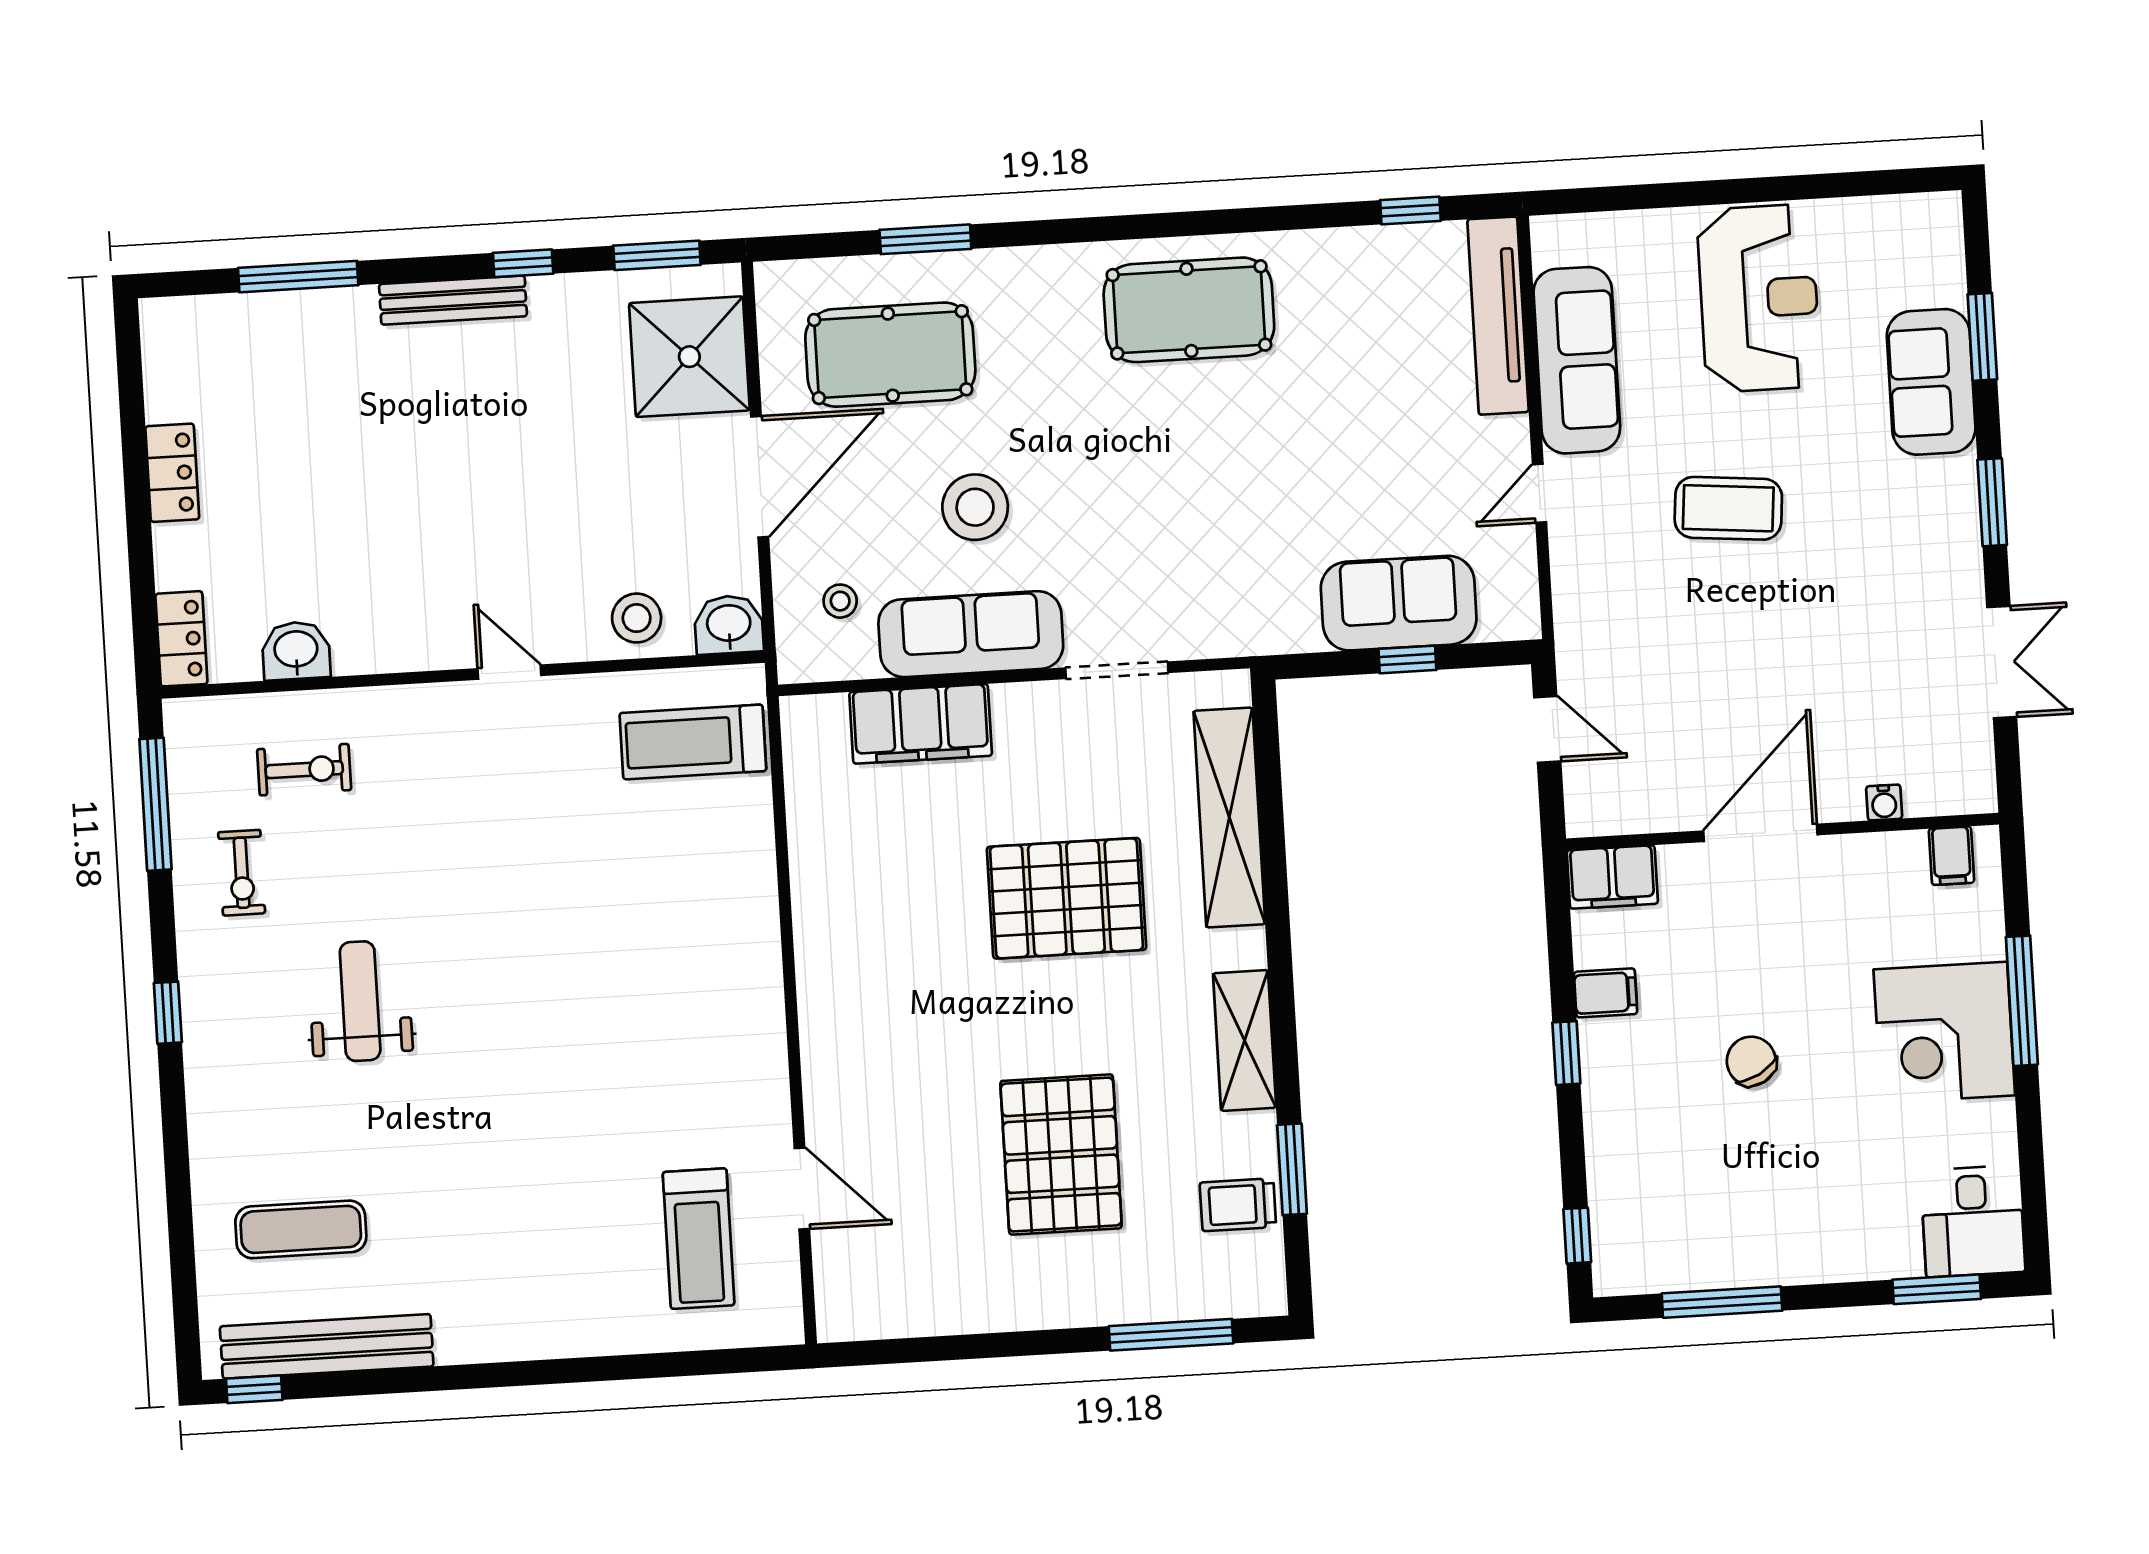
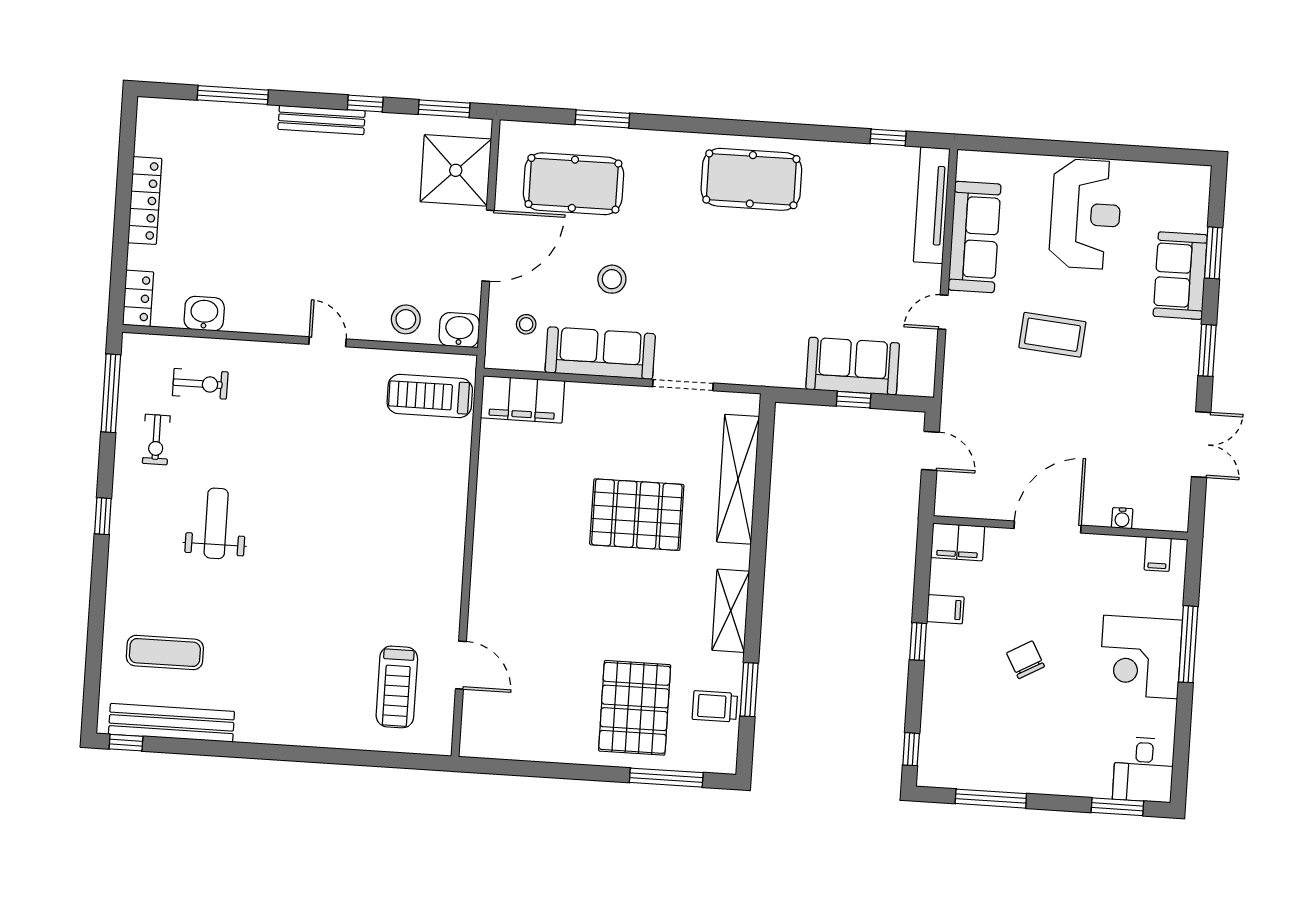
locker: (172, 473) -> (145, 201), width x1.53
stool: (975, 507) -> (612, 279), width x0.73, depth x0.73
filing cabinet: (921, 724) -> (523, 399), moved
pallet: (1061, 1155) -> (635, 708), moved

